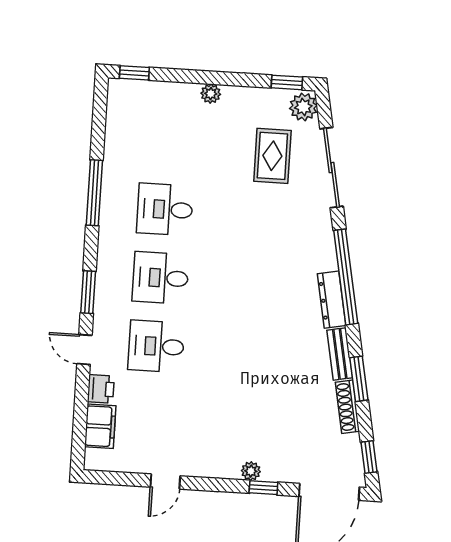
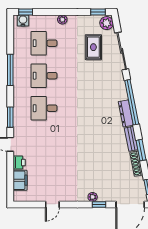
water cooler: (128, 91) -> (23, 21), added
desk: (156, 346) -> (44, 43), moved

